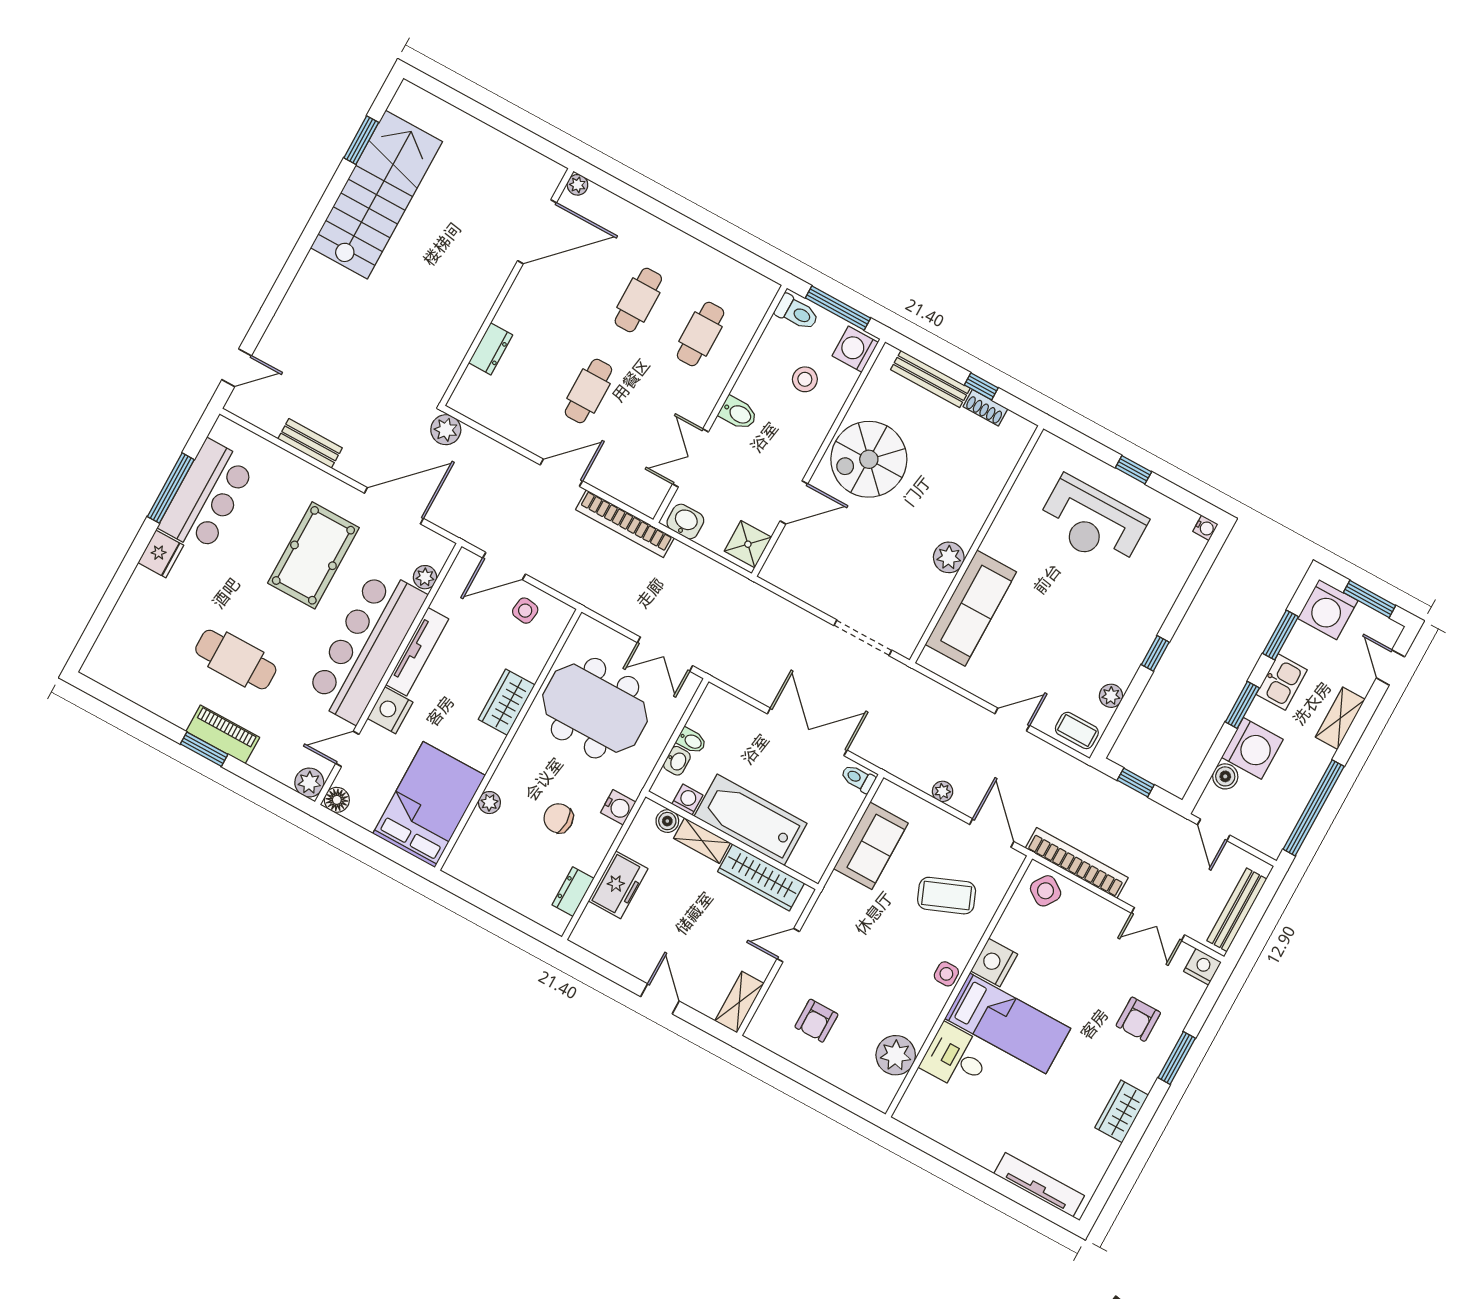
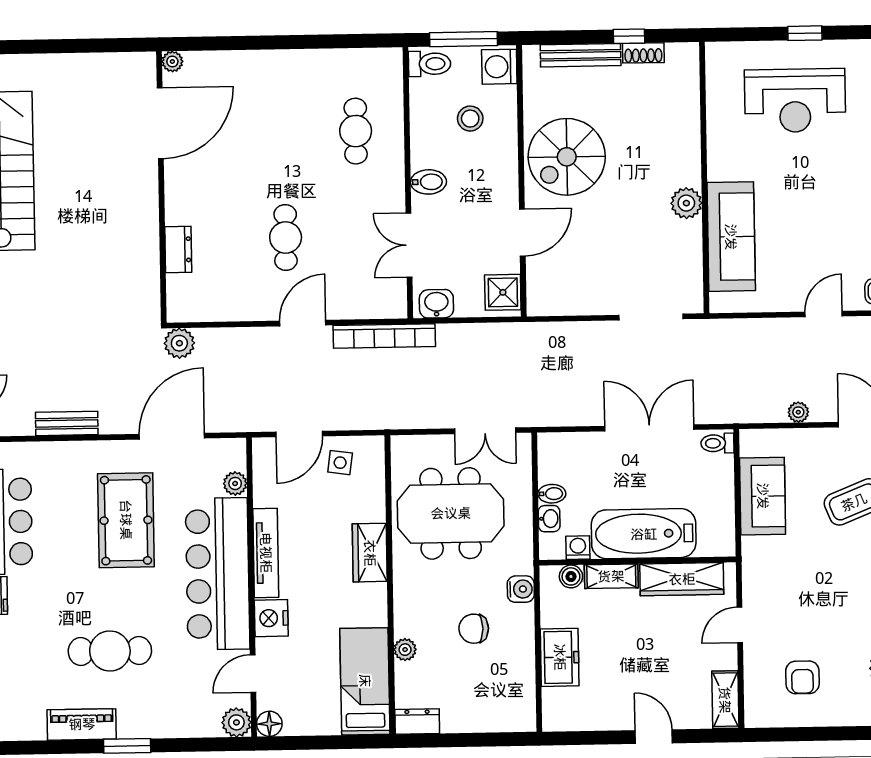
cafe table: (638, 300) -> (284, 132), removed
piano: (223, 734) -> (82, 724), moved
bed: (429, 805) -> (365, 681), width x0.67
dresser: (573, 892) -> (417, 721), moved, turned 90

